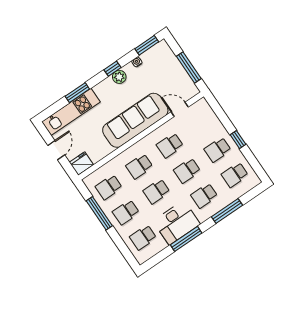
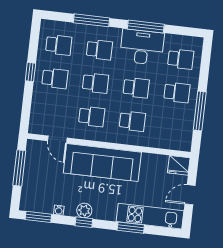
school desk: (109, 187) -> (173, 126), removed

